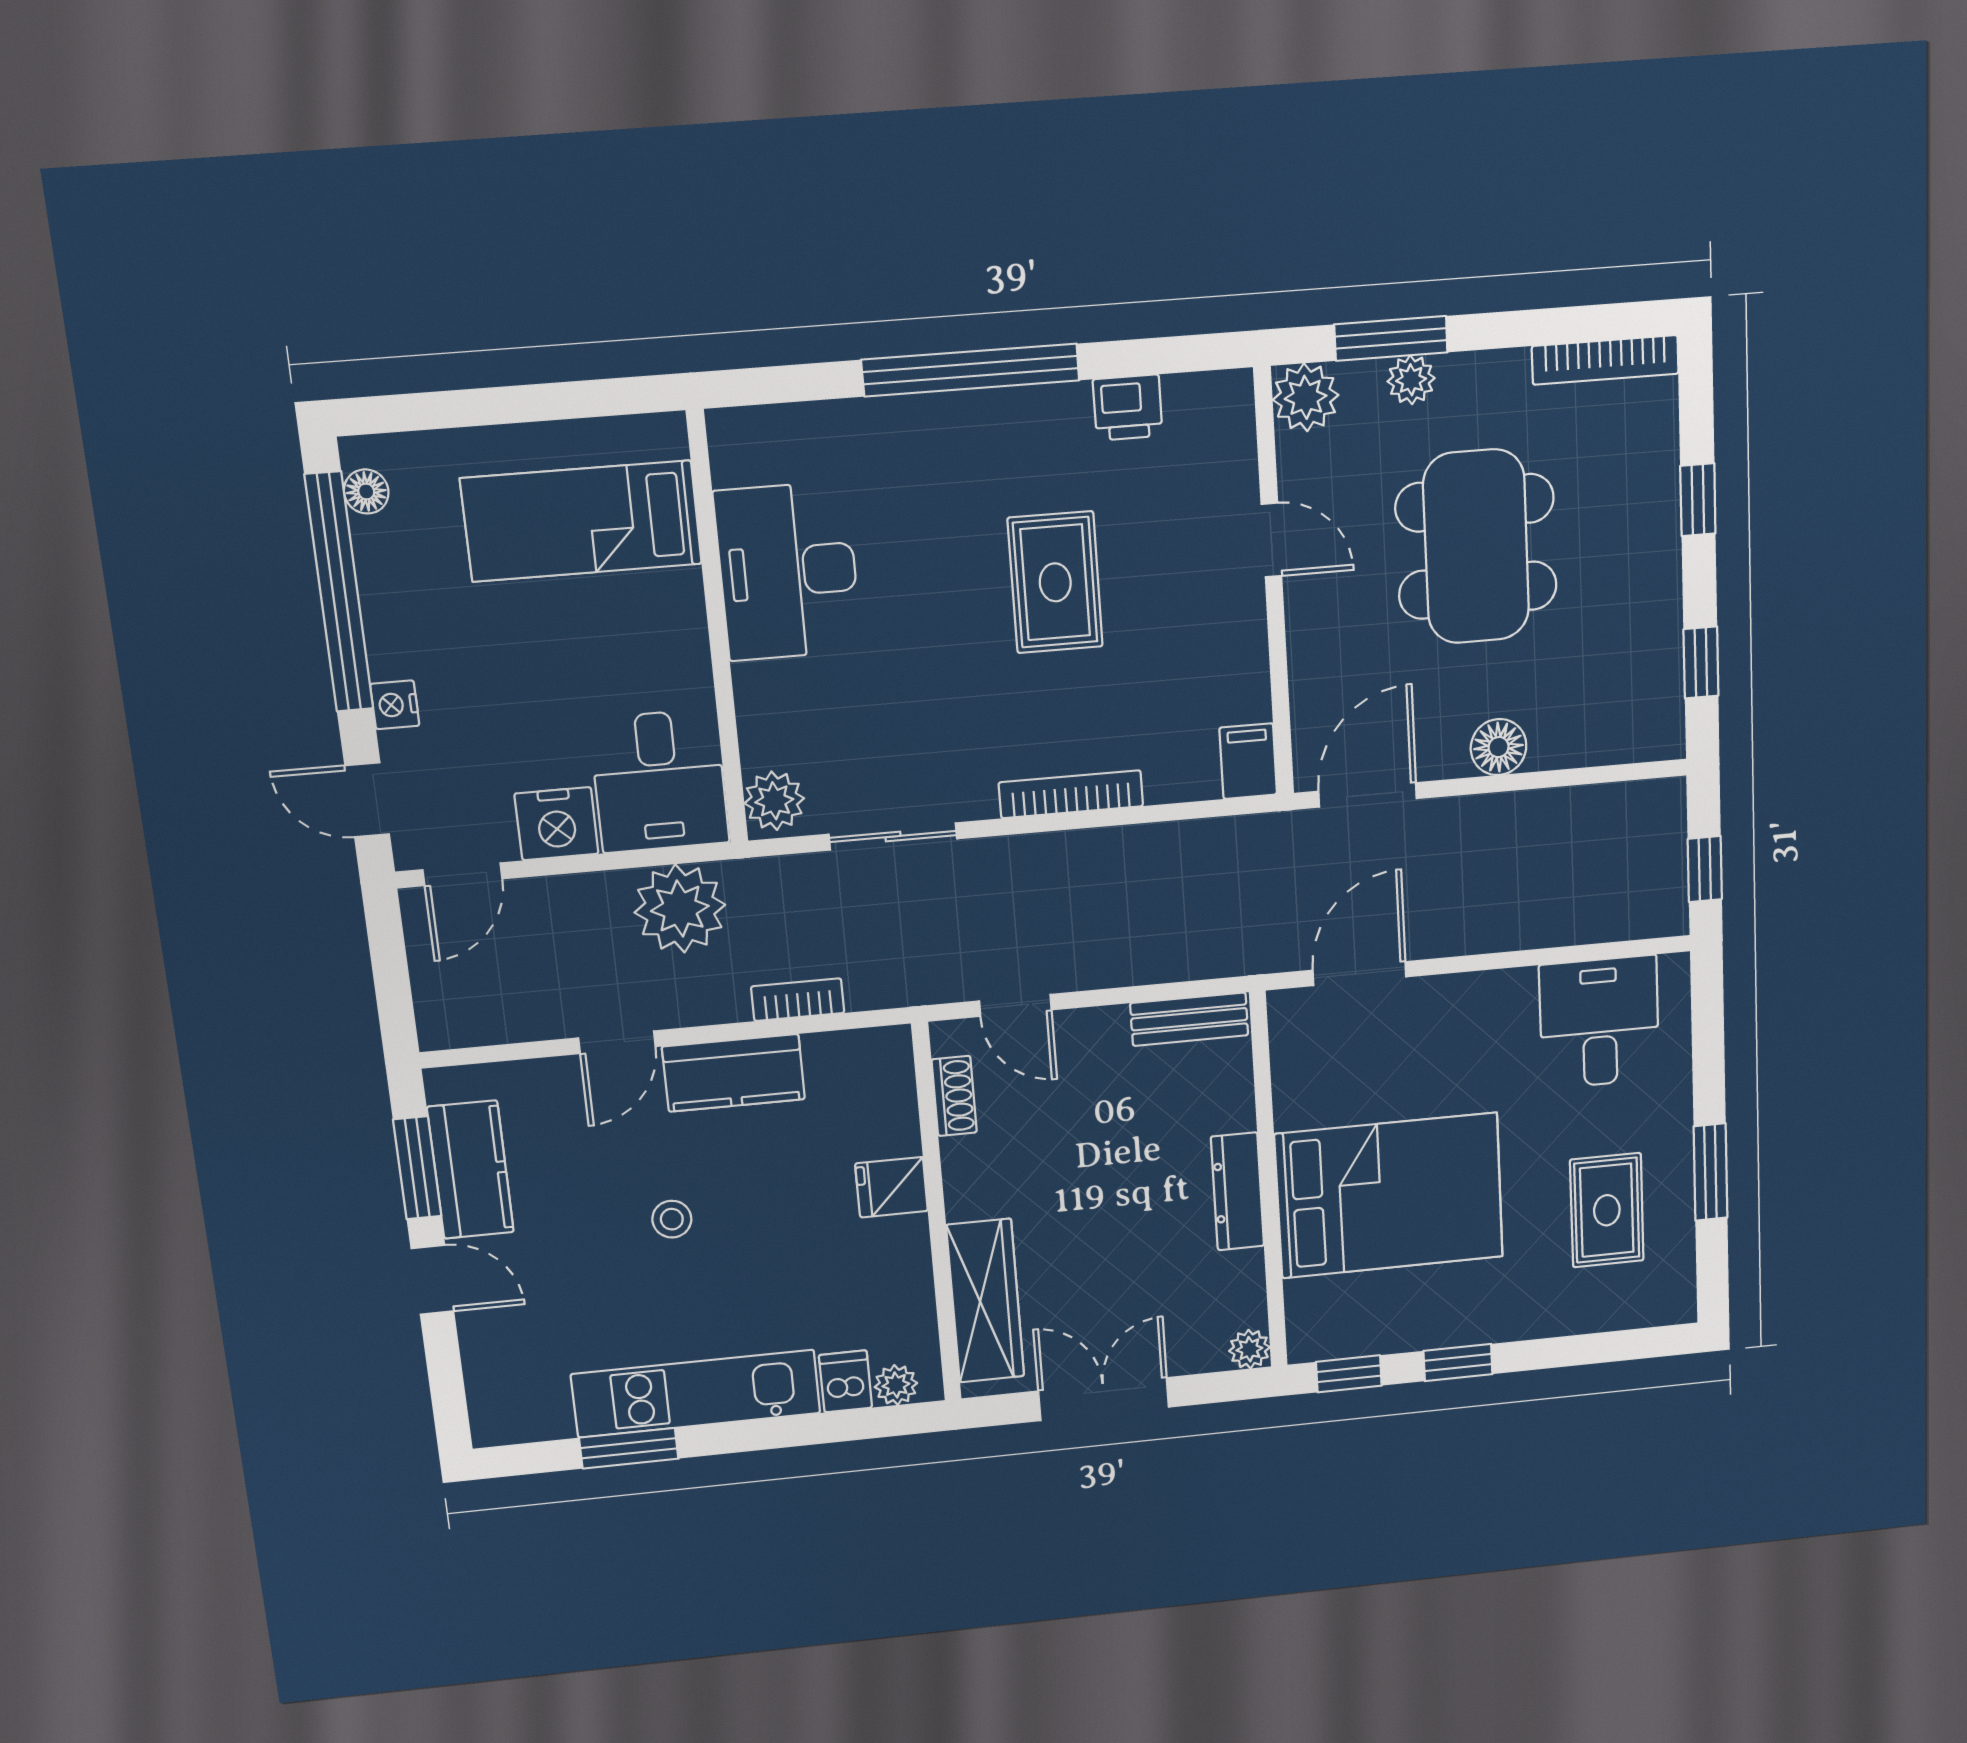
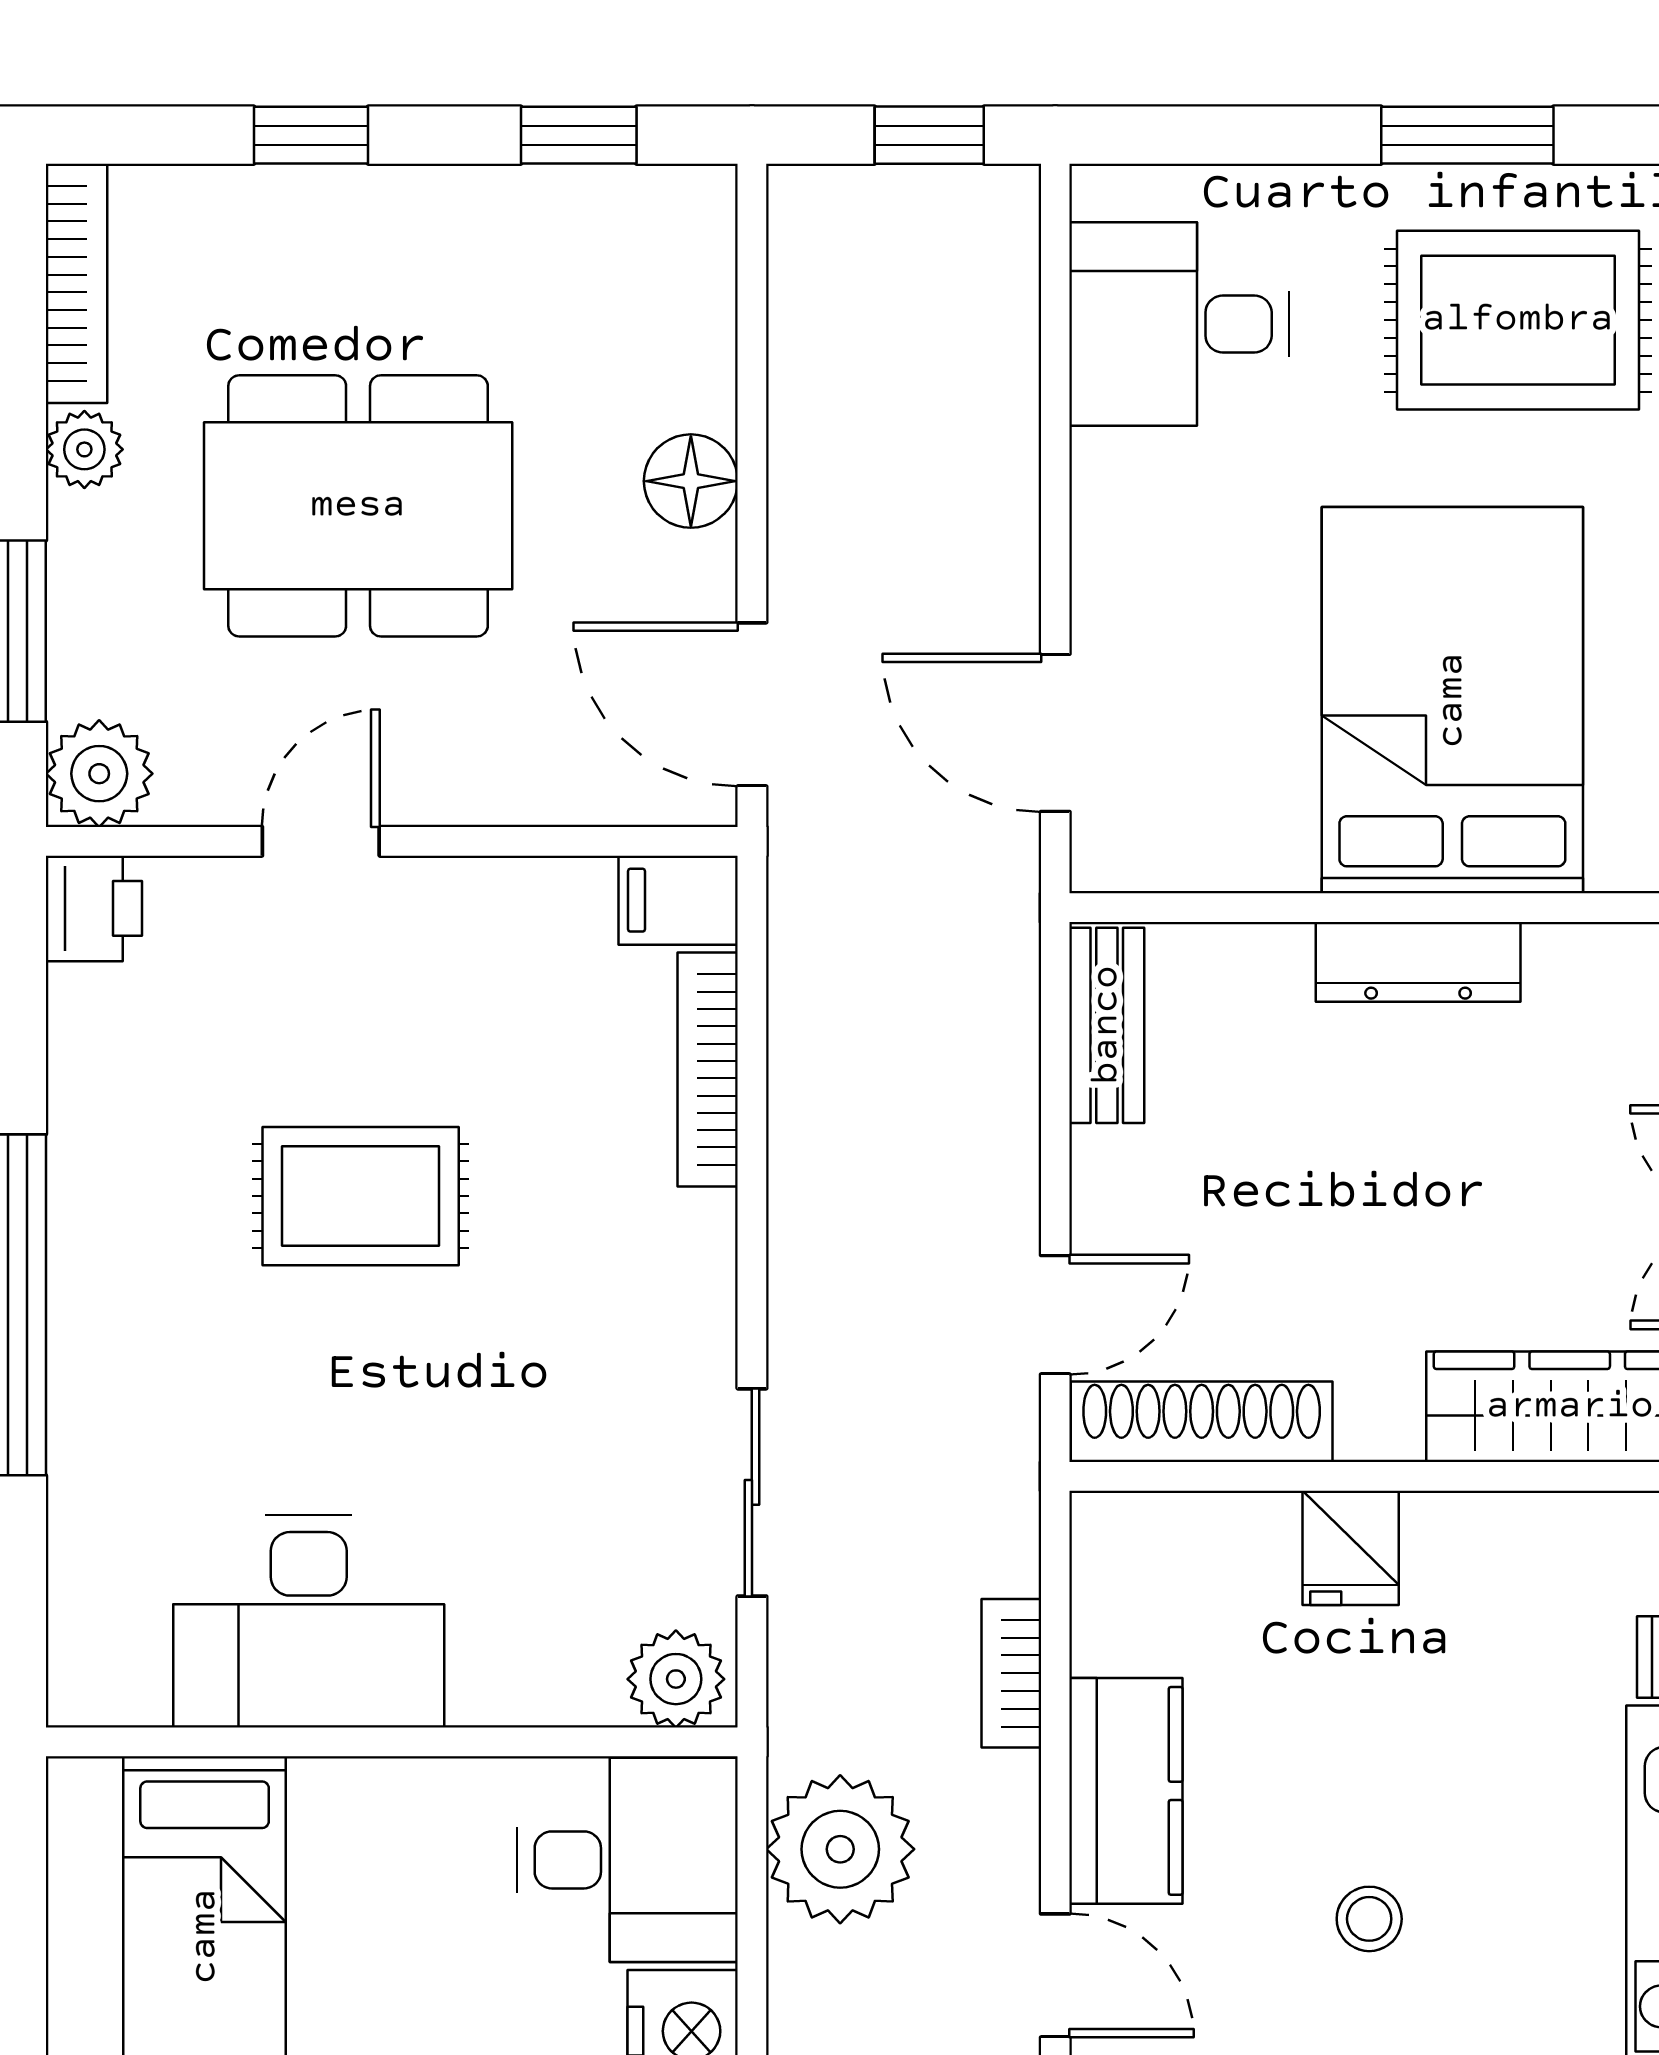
plant: (1411, 380) -> (84, 449), moved
printer: (1128, 408) -> (94, 908), moved
bookcase: (1071, 794) -> (708, 1070), moved
shoe rack: (954, 1096) -> (1202, 1422), width x1.94, depth x1.24
rug: (1607, 1210) -> (1518, 320), width x1.36, depth x1.43

